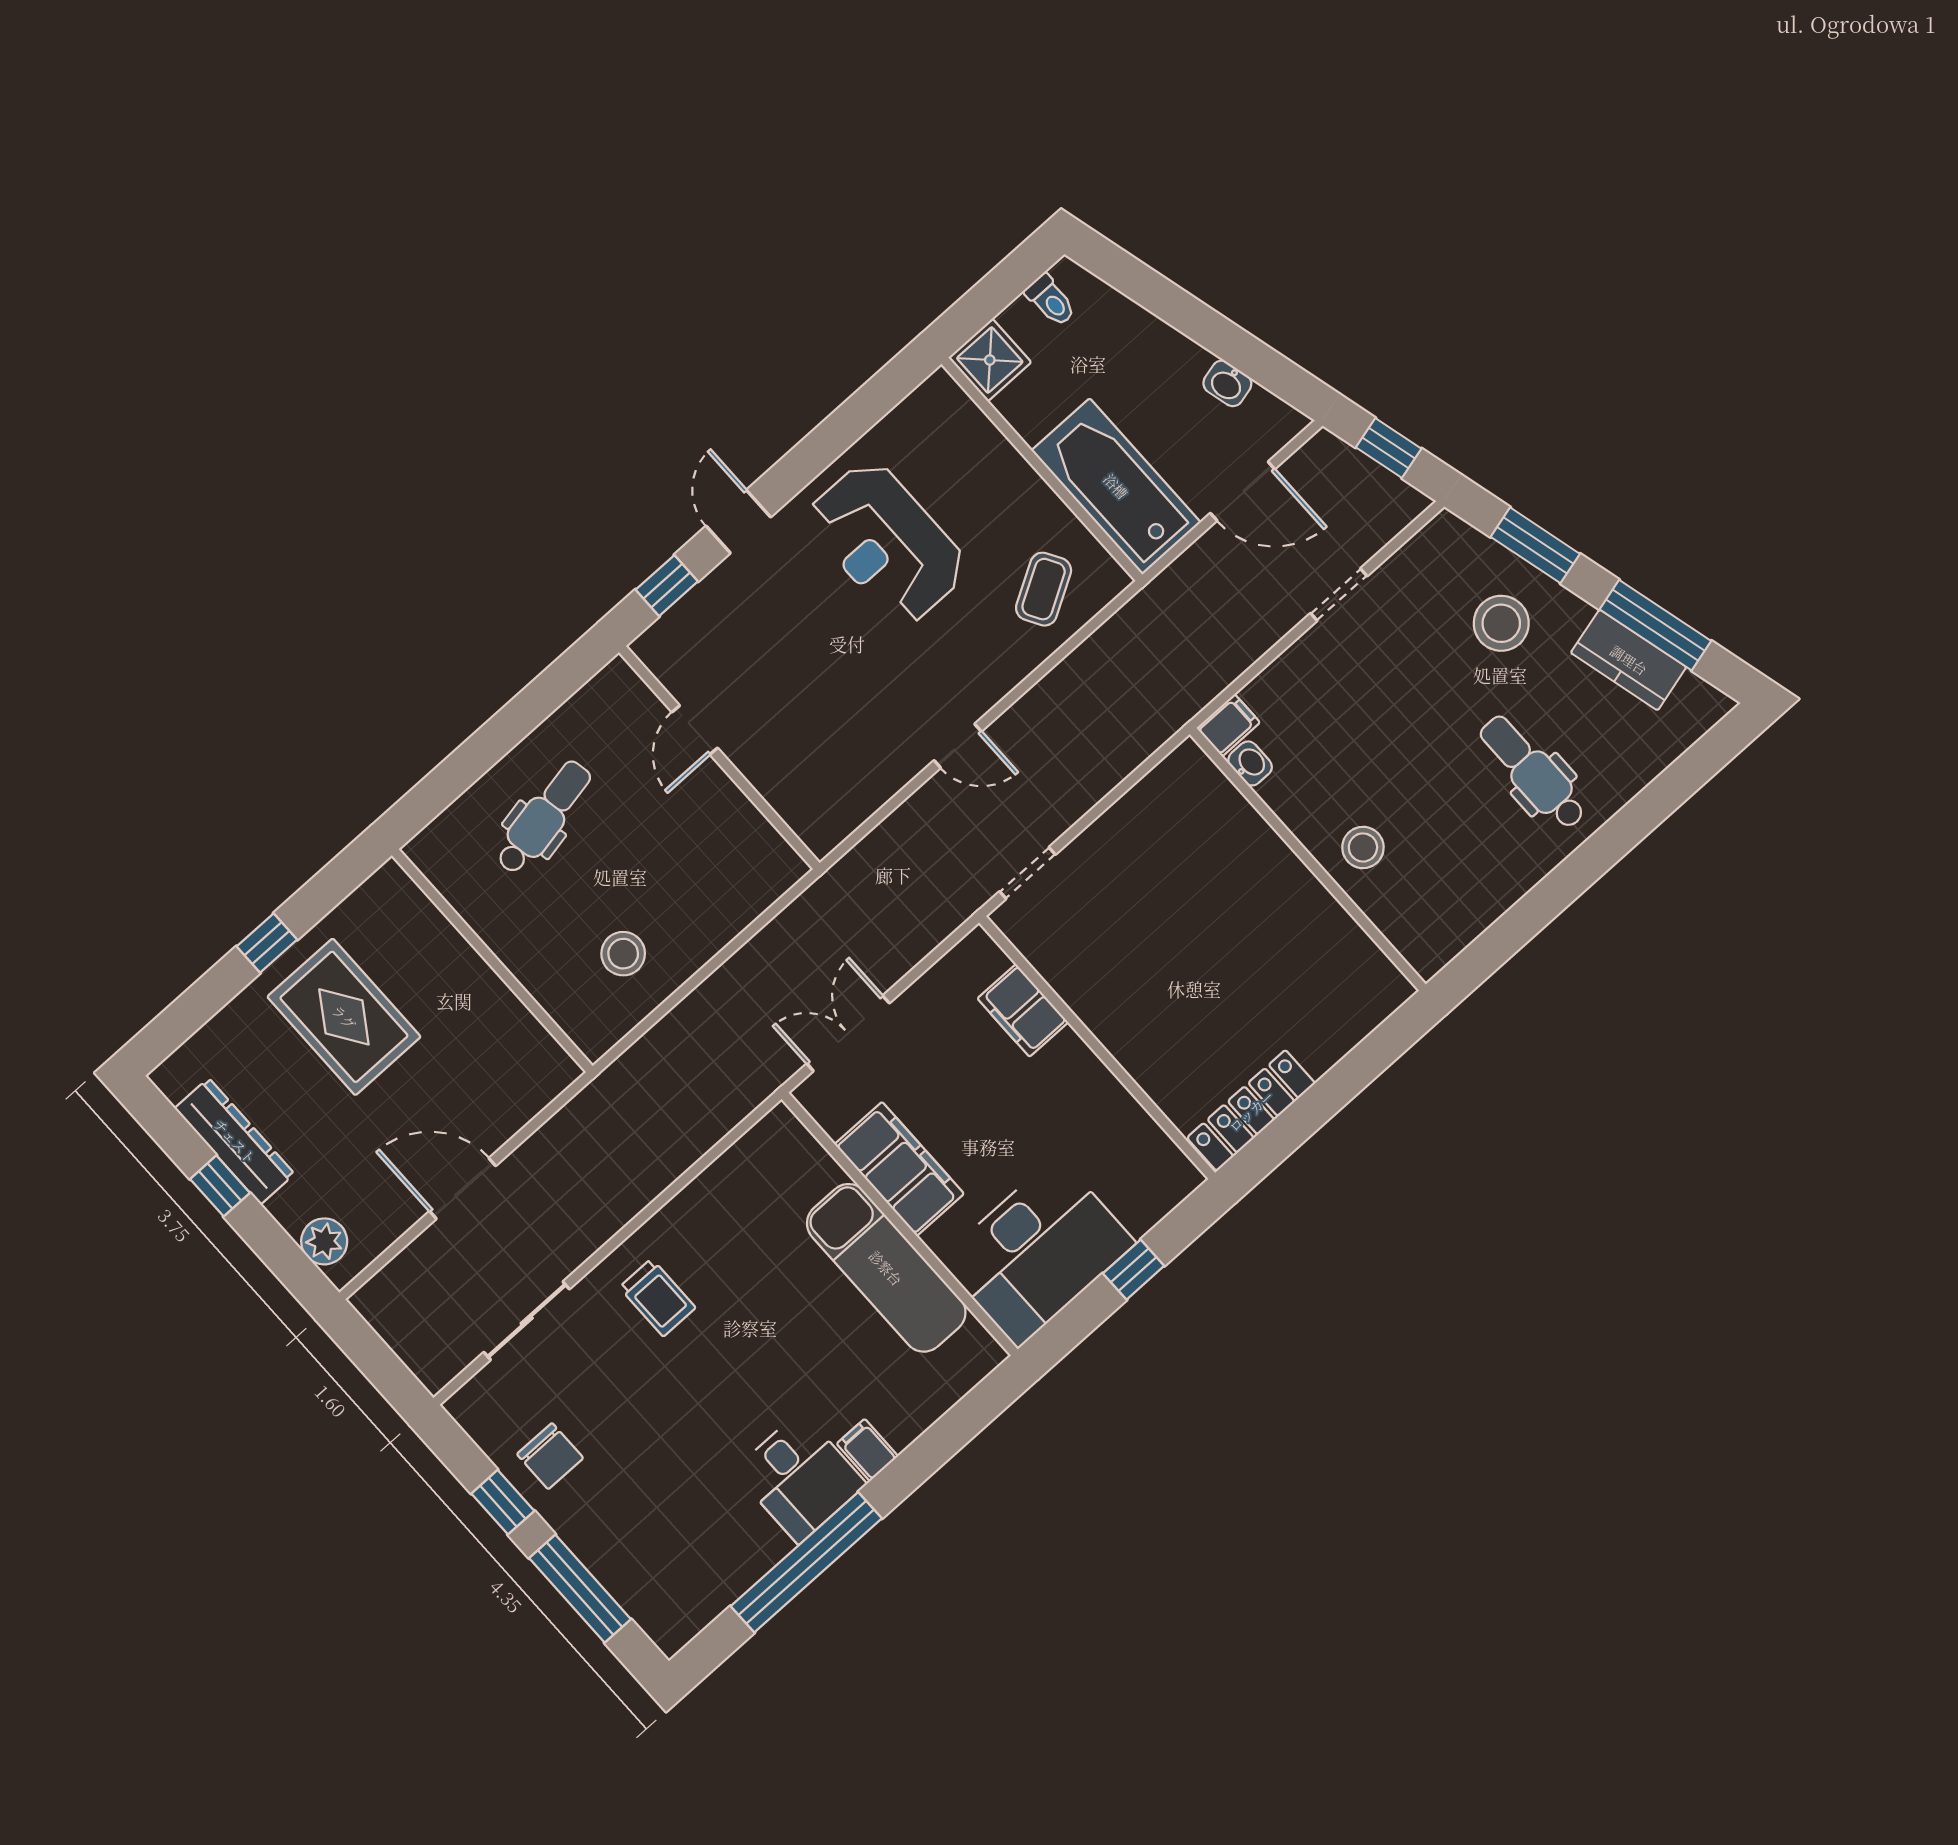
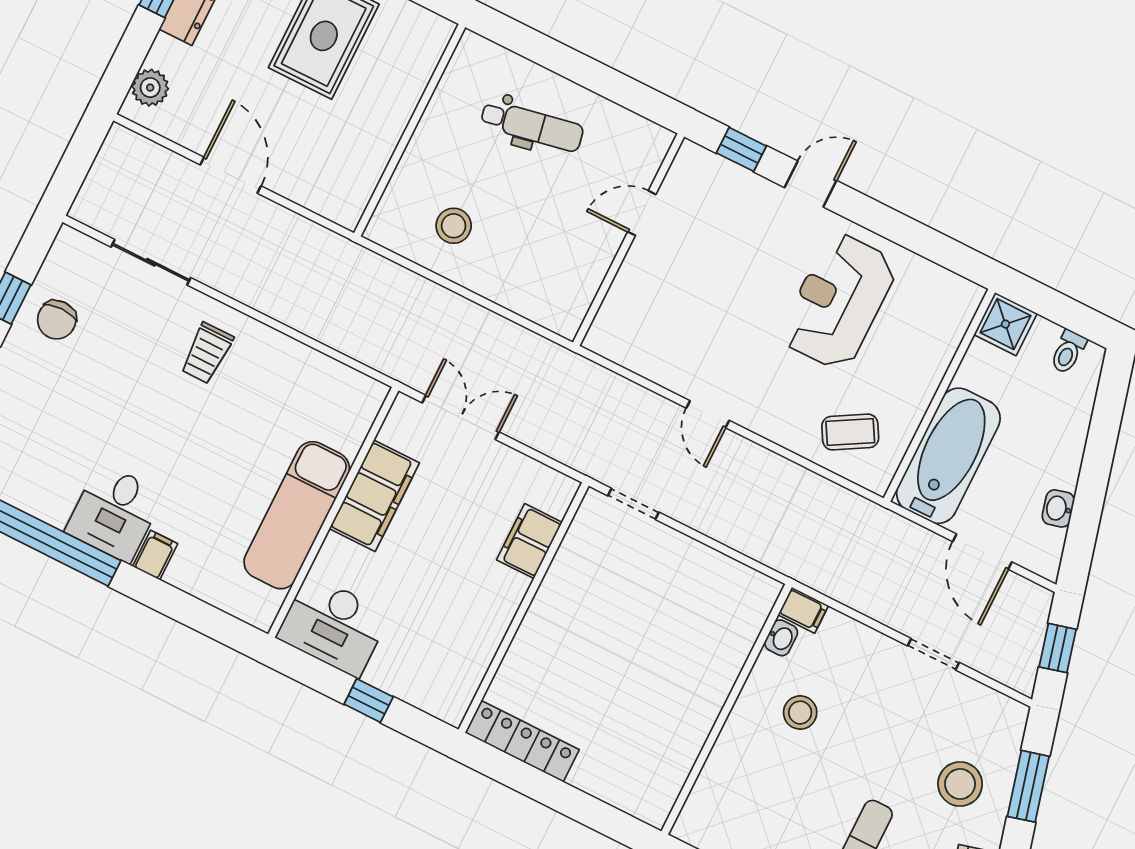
stool: (1363, 847) -> (800, 713), moved
desk: (1037, 1252) -> (333, 626), width x0.73, depth x0.77

